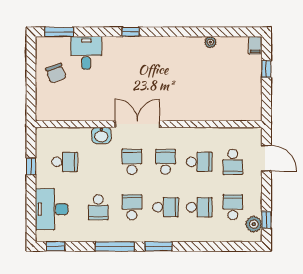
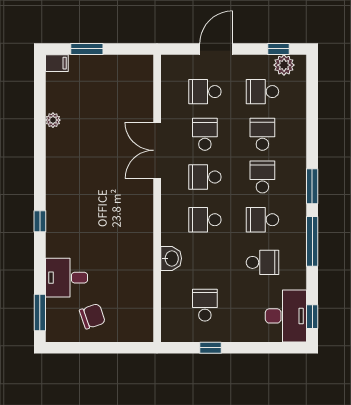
window: (266, 69) -> (87, 49), width x1.50
double door: (137, 124) -> (157, 150), moved
door: (266, 158) -> (216, 49), moved
school desk: (233, 162) -> (205, 92), turned 180
desk: (52, 209) -> (286, 316), moved, turned -90

